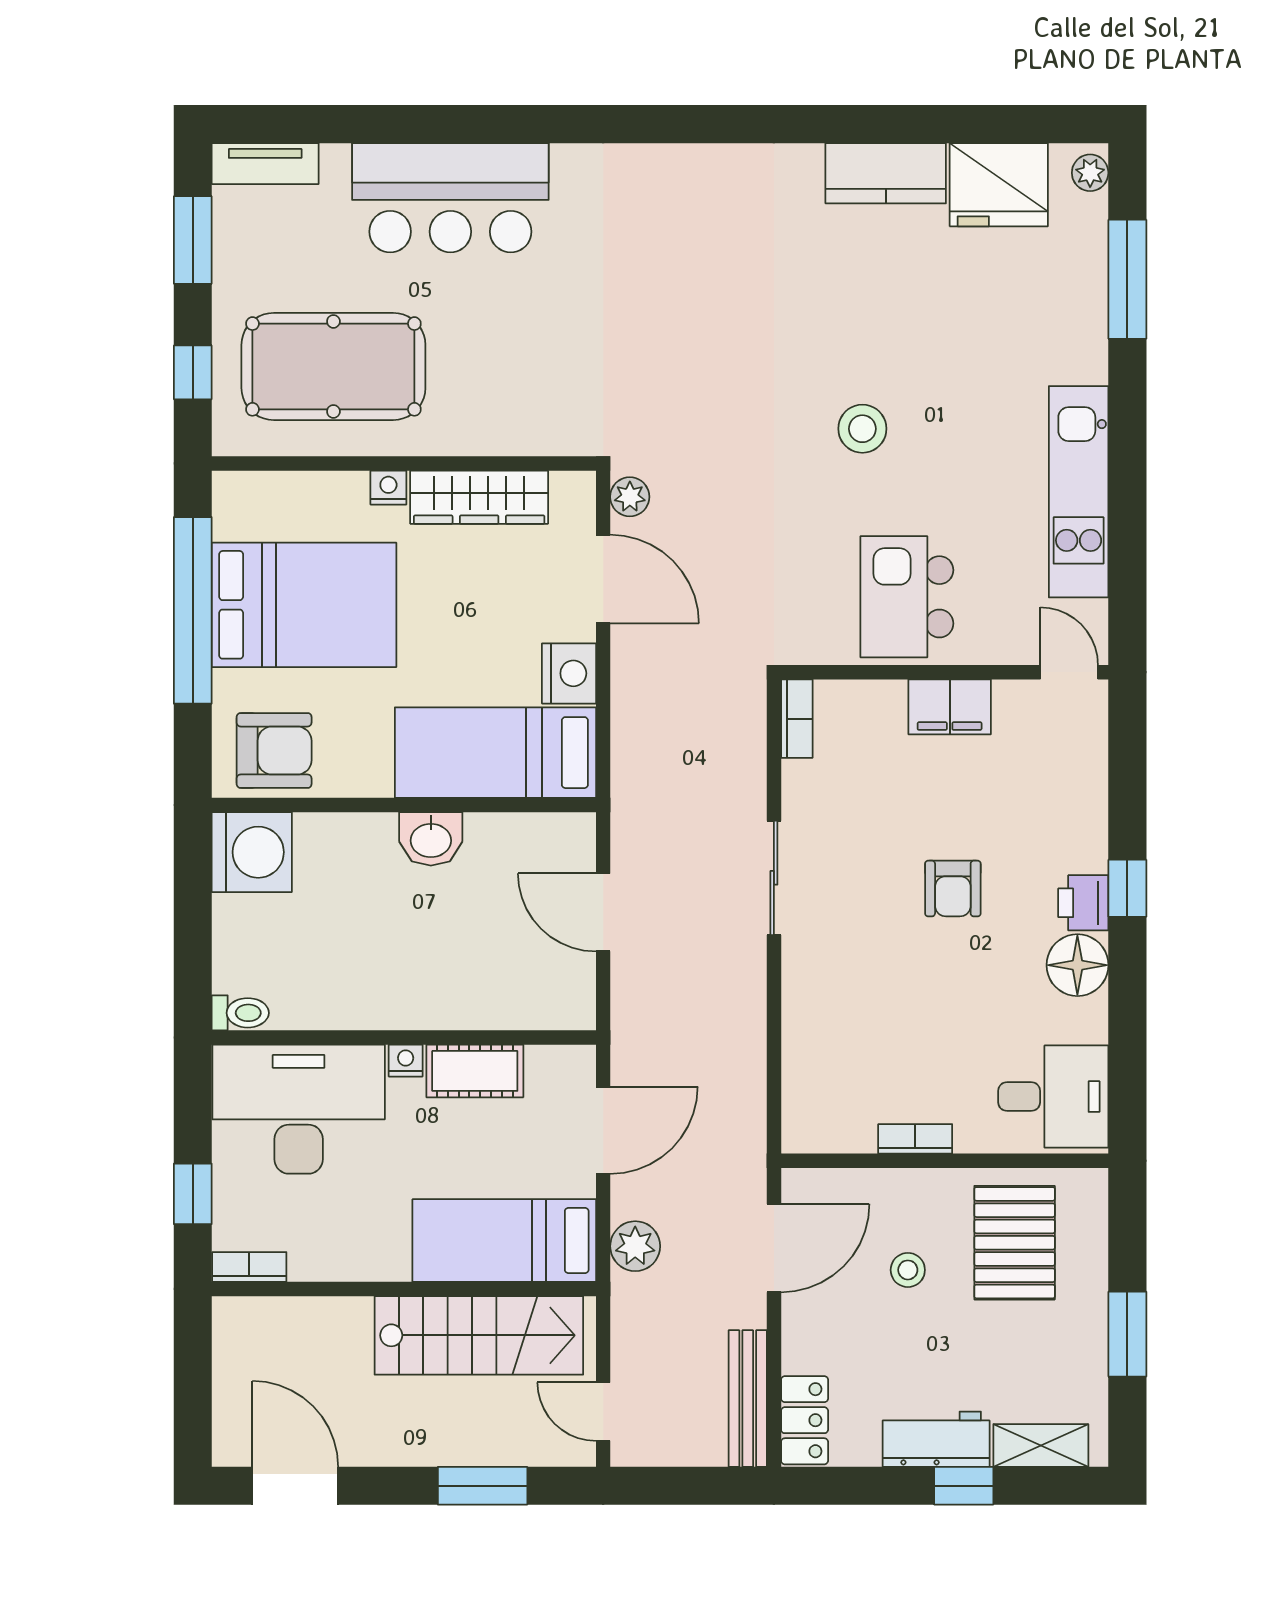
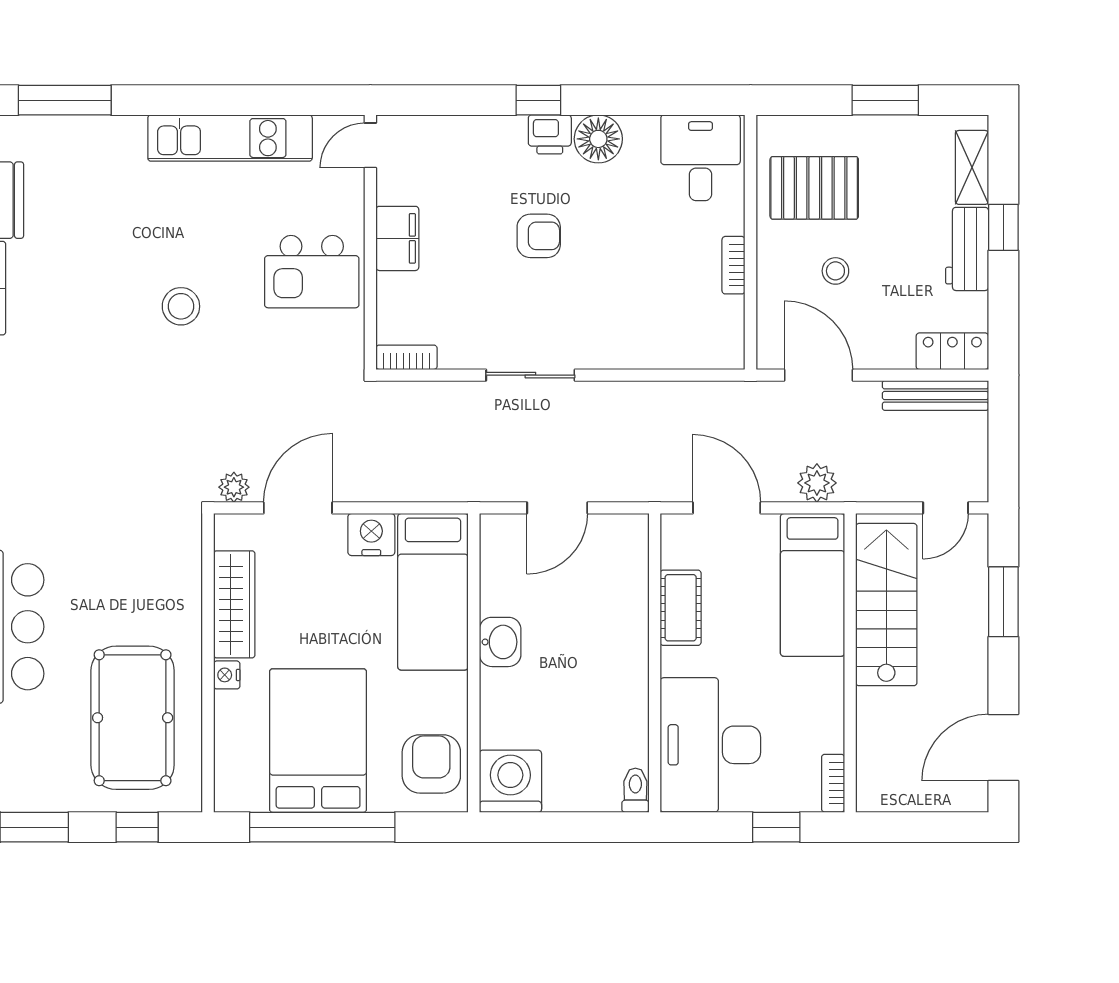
nightstand: (406, 1061) -> (673, 662), removed

